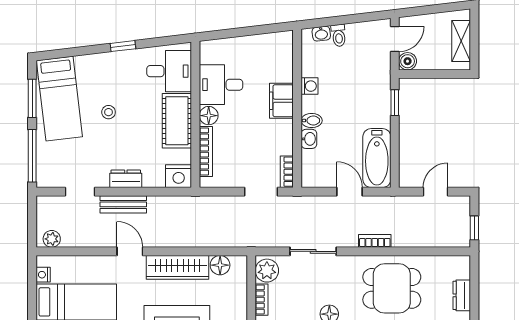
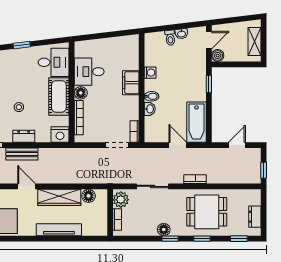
washbasin: (321, 34) -> (182, 34), moved
stool: (109, 112) -> (19, 107), moved

